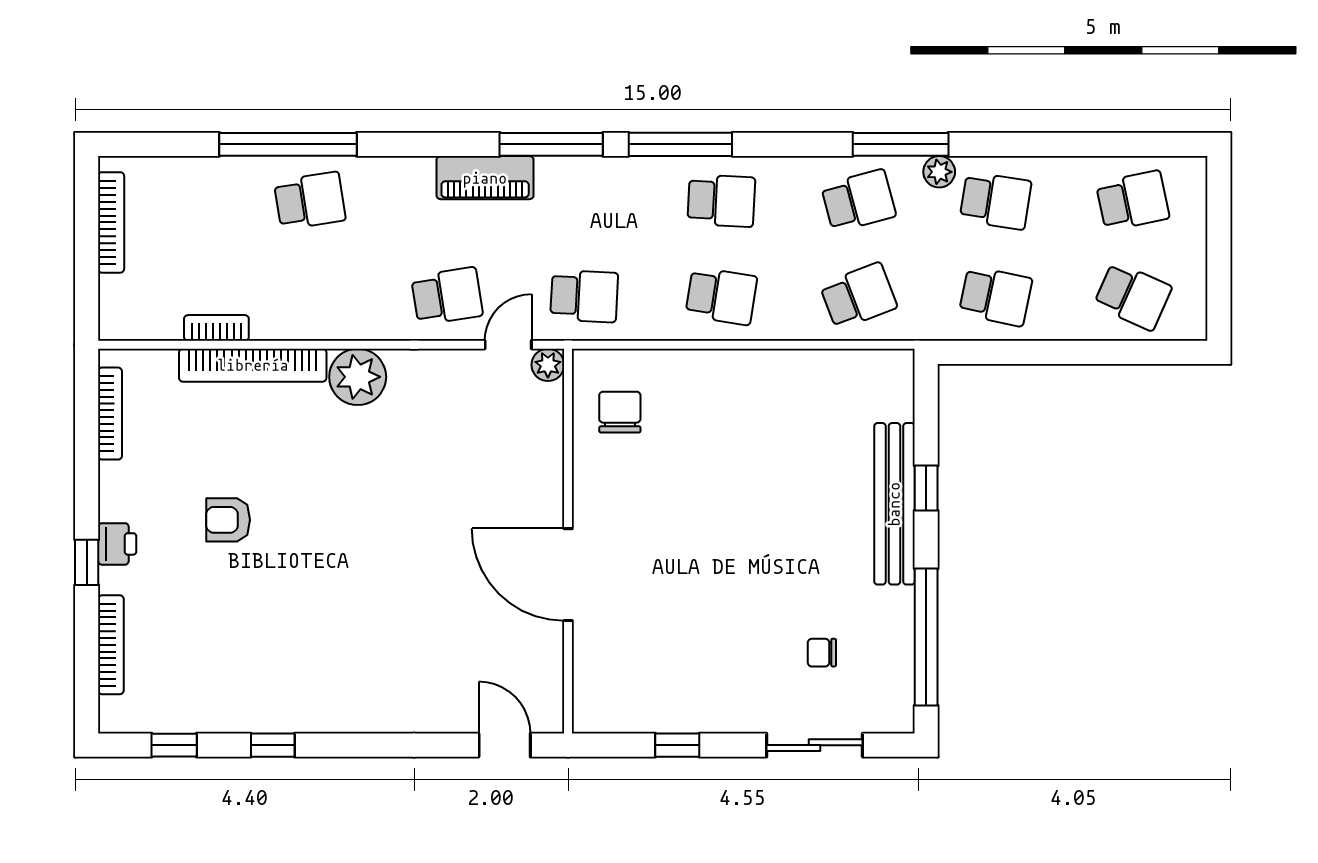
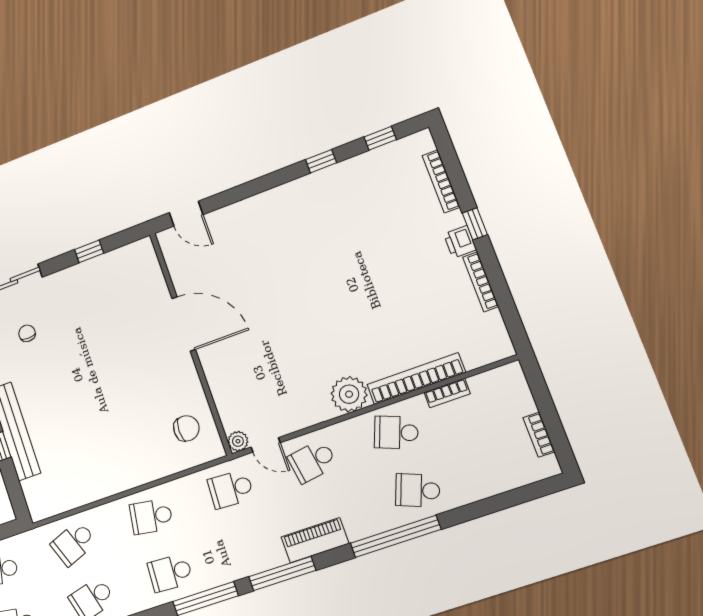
window: (288, 144) -> (396, 536), moved
school desk: (310, 201) -> (418, 490), turned 30
bookcase: (111, 222) -> (539, 435), width x0.64
school desk: (310, 296) -> (396, 432), added
door: (508, 345) -> (266, 445), hinge flipped
chair: (620, 412) -> (186, 428), turned -90
bookcase: (110, 414) -> (481, 282), moved
armchair: (228, 520) -> (397, 281), removed
chair: (822, 653) -> (27, 333), turned -90

